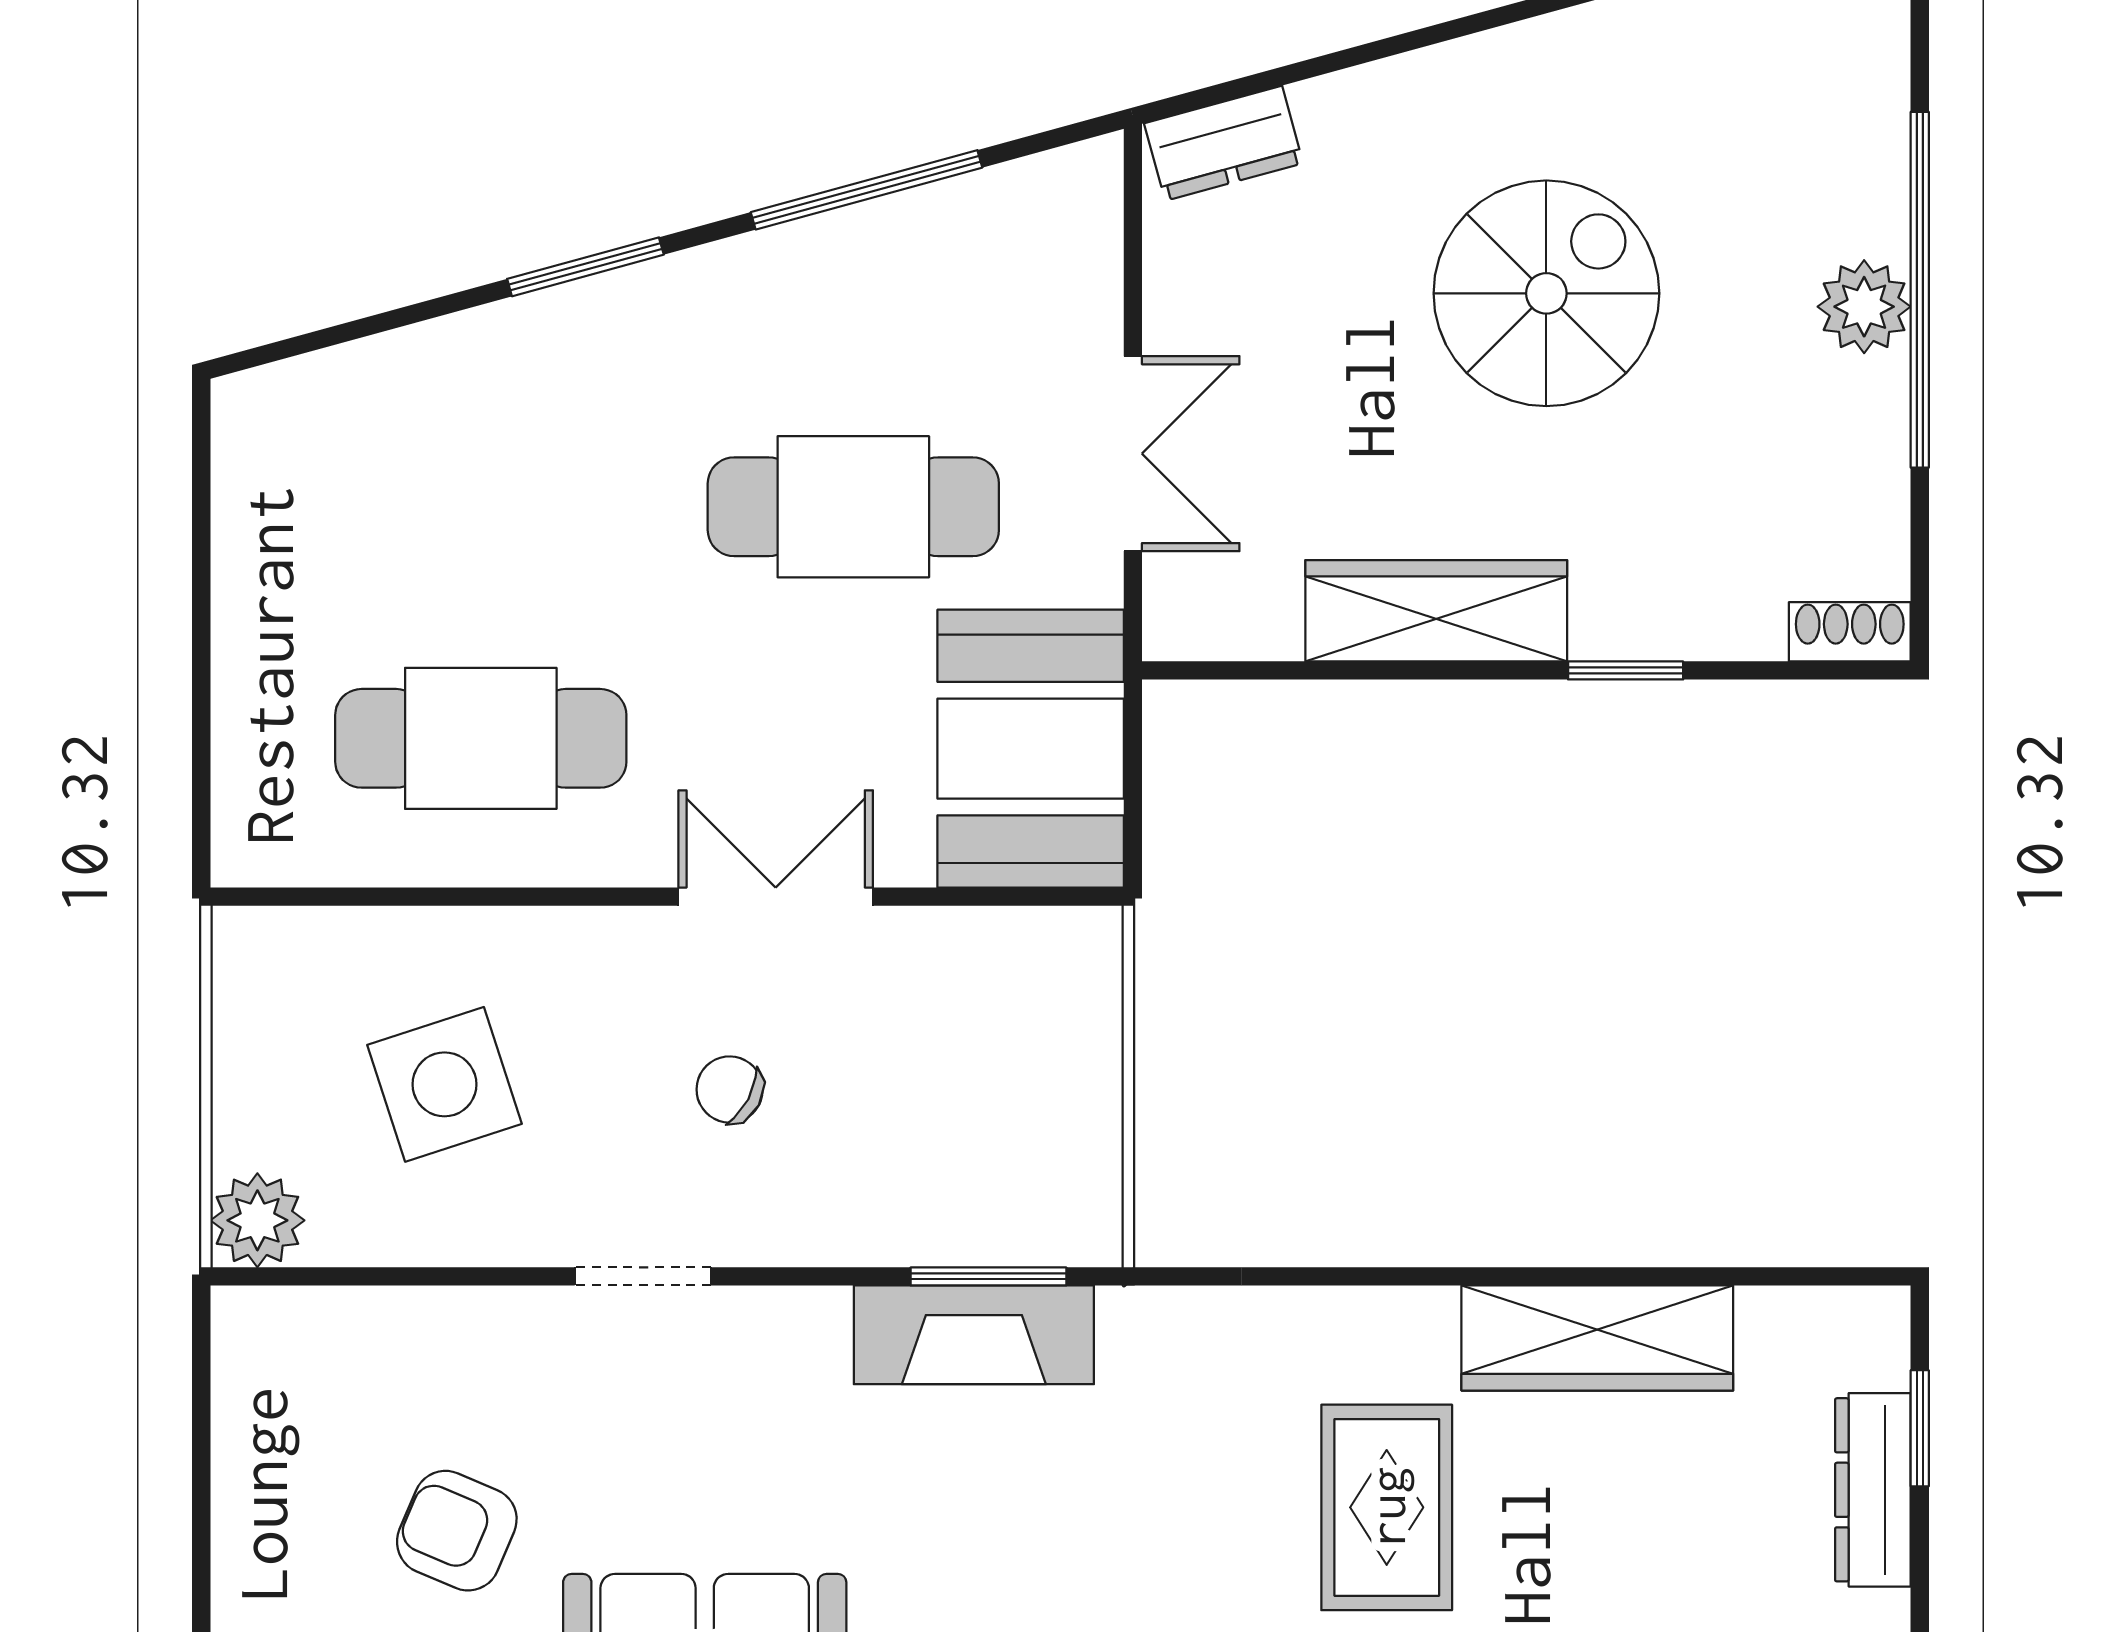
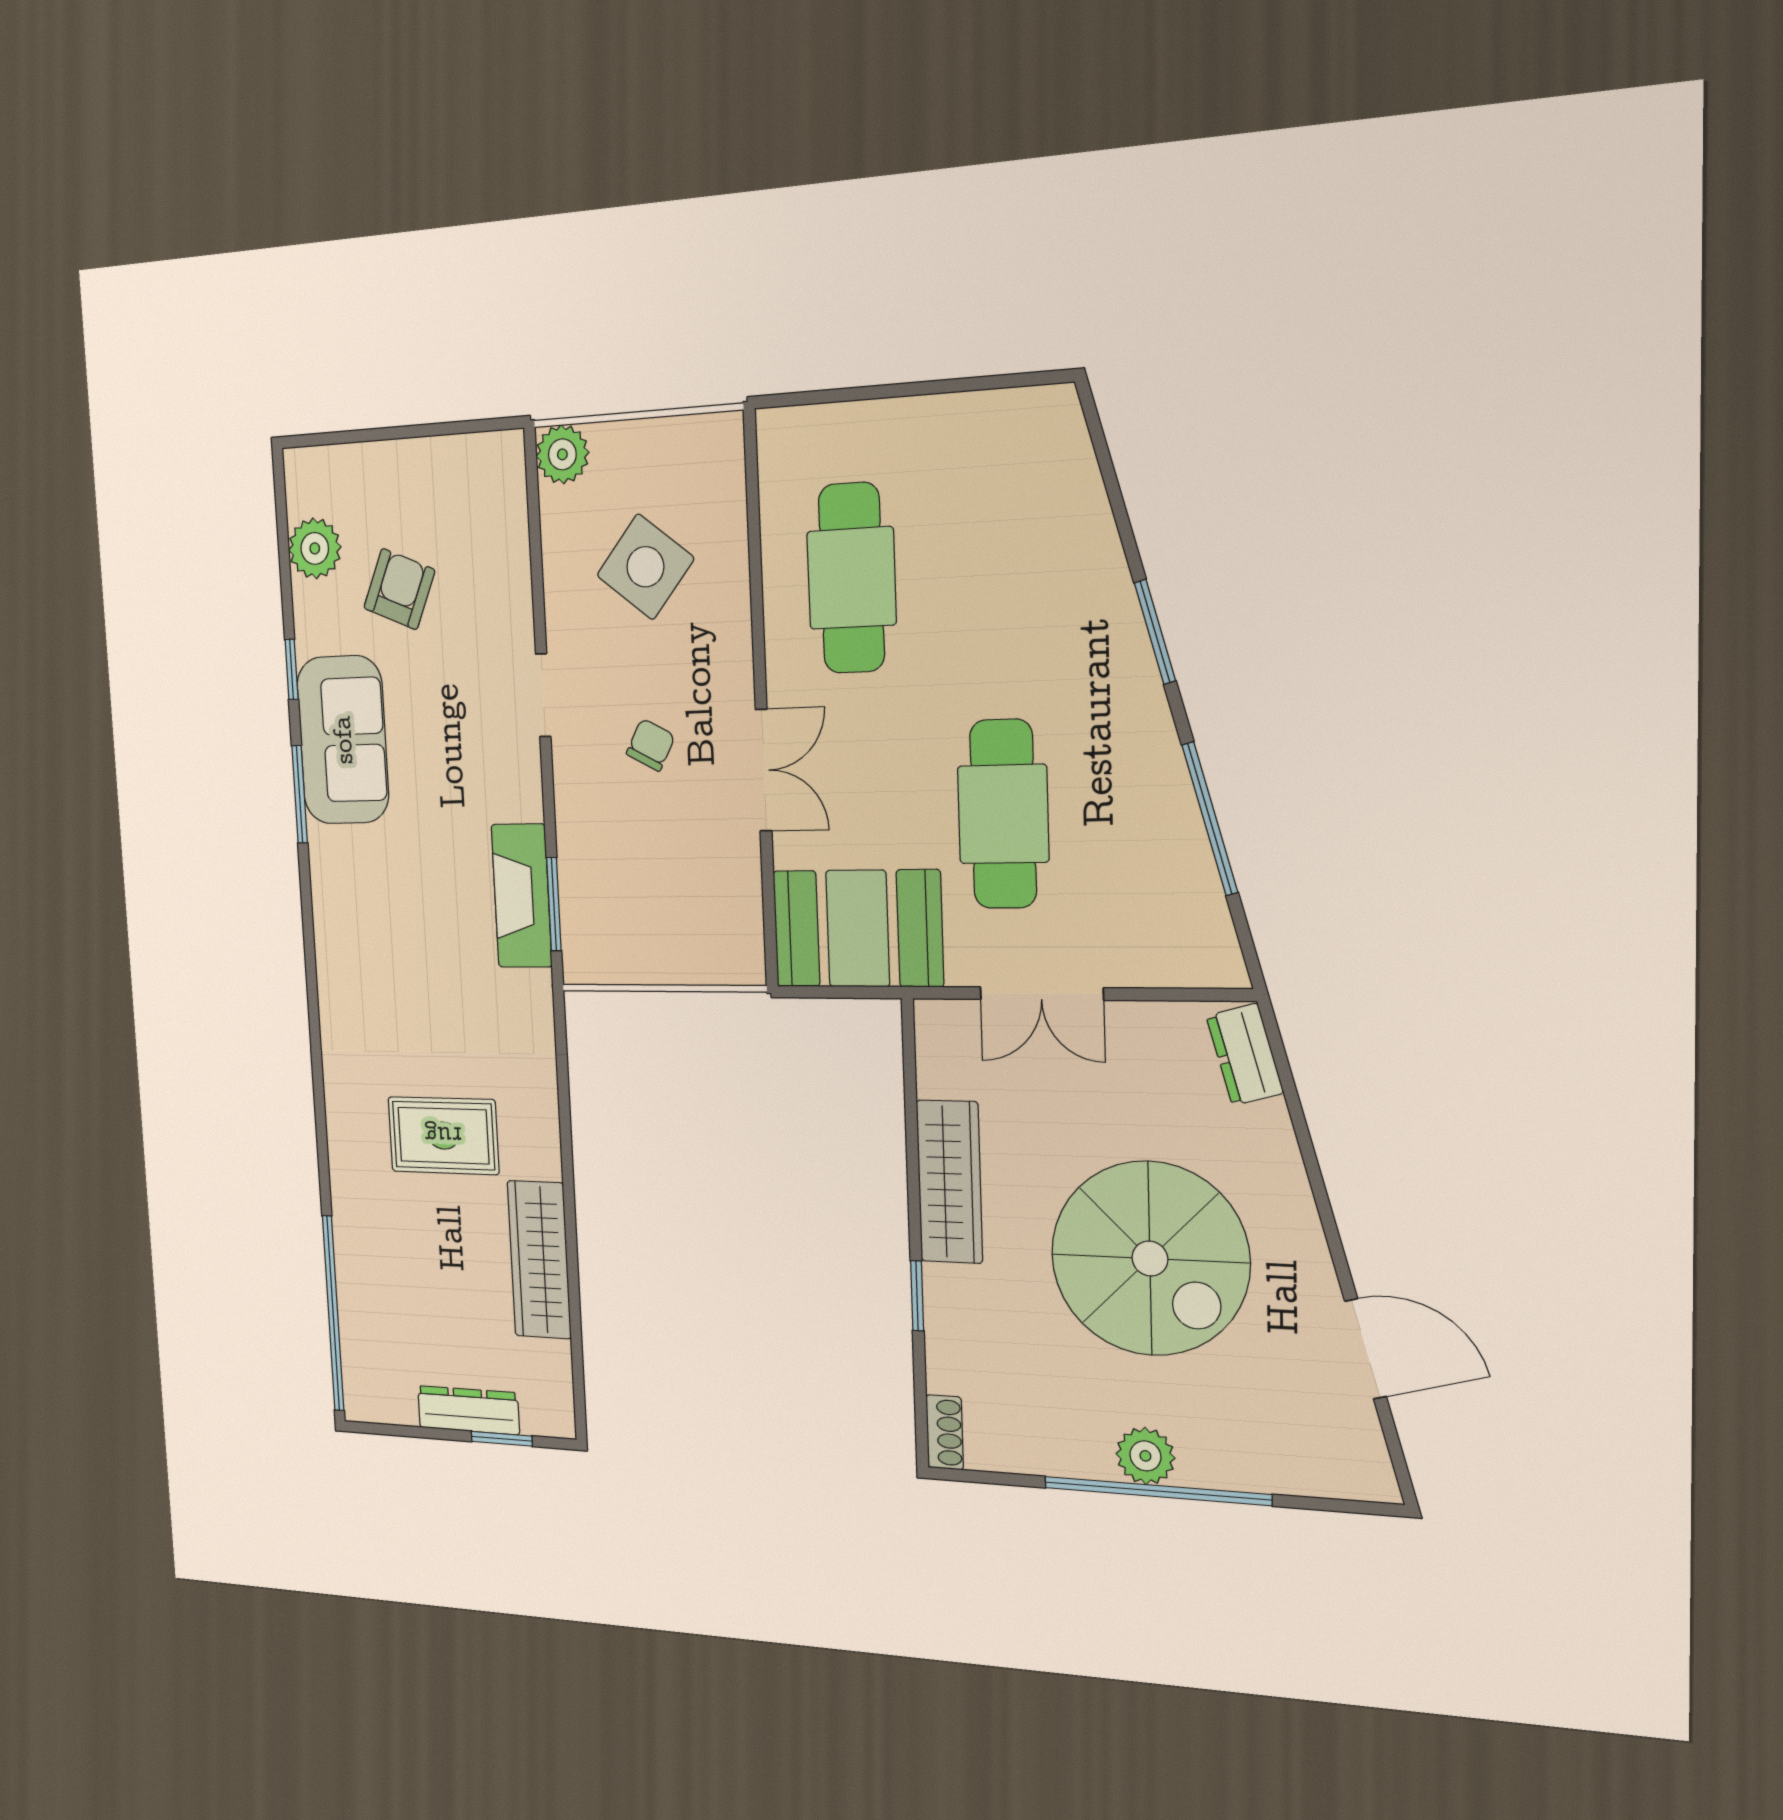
spiral stairs: (1546, 293) -> (1150, 1259), width x1.37, depth x1.37
side table: (444, 1084) -> (645, 567), turned -33

